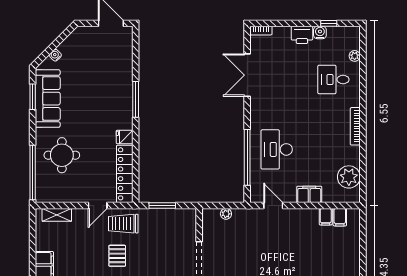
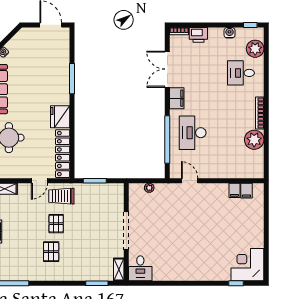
window: (329, 23) -> (250, 25), moved
printer: (302, 35) -> (198, 35), moved
plant: (355, 56) -> (255, 49), width x1.88, depth x1.88
window: (136, 99) -> (72, 79), moved
fridge: (125, 137) -> (60, 117), width x1.88, depth x1.34
plant: (349, 177) -> (254, 140), moved
filing cabinet: (309, 194) -> (177, 98), moved, turned 90

